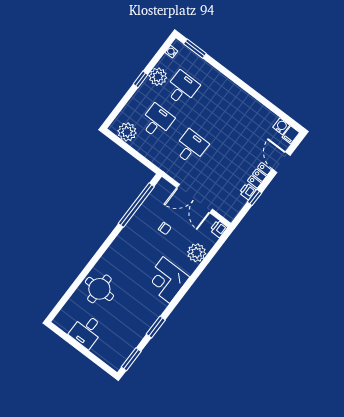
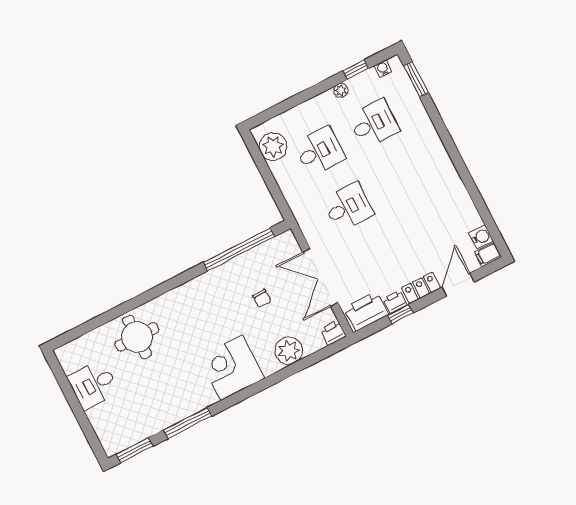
plant: (158, 77) -> (341, 90), width x0.53, depth x0.53
window: (141, 79) -> (356, 70), moved
printer: (233, 206) -> (366, 311), added
window: (156, 327) -> (187, 423), width x1.44

